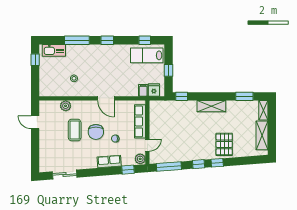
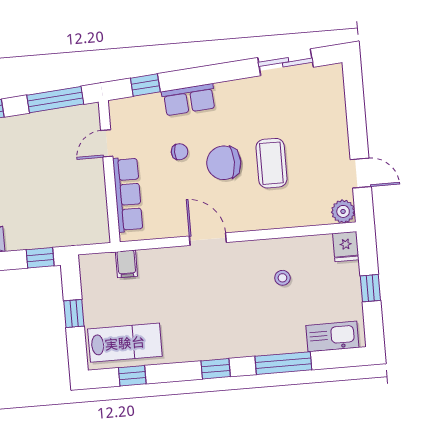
window: (35, 60) -> (370, 288), moved
fridge: (154, 90) -> (346, 247), moved
plant: (66, 106) -> (343, 211), moved
chair: (96, 132) -> (224, 163), turned -90
plant: (140, 159) -> (120, 111), removed

